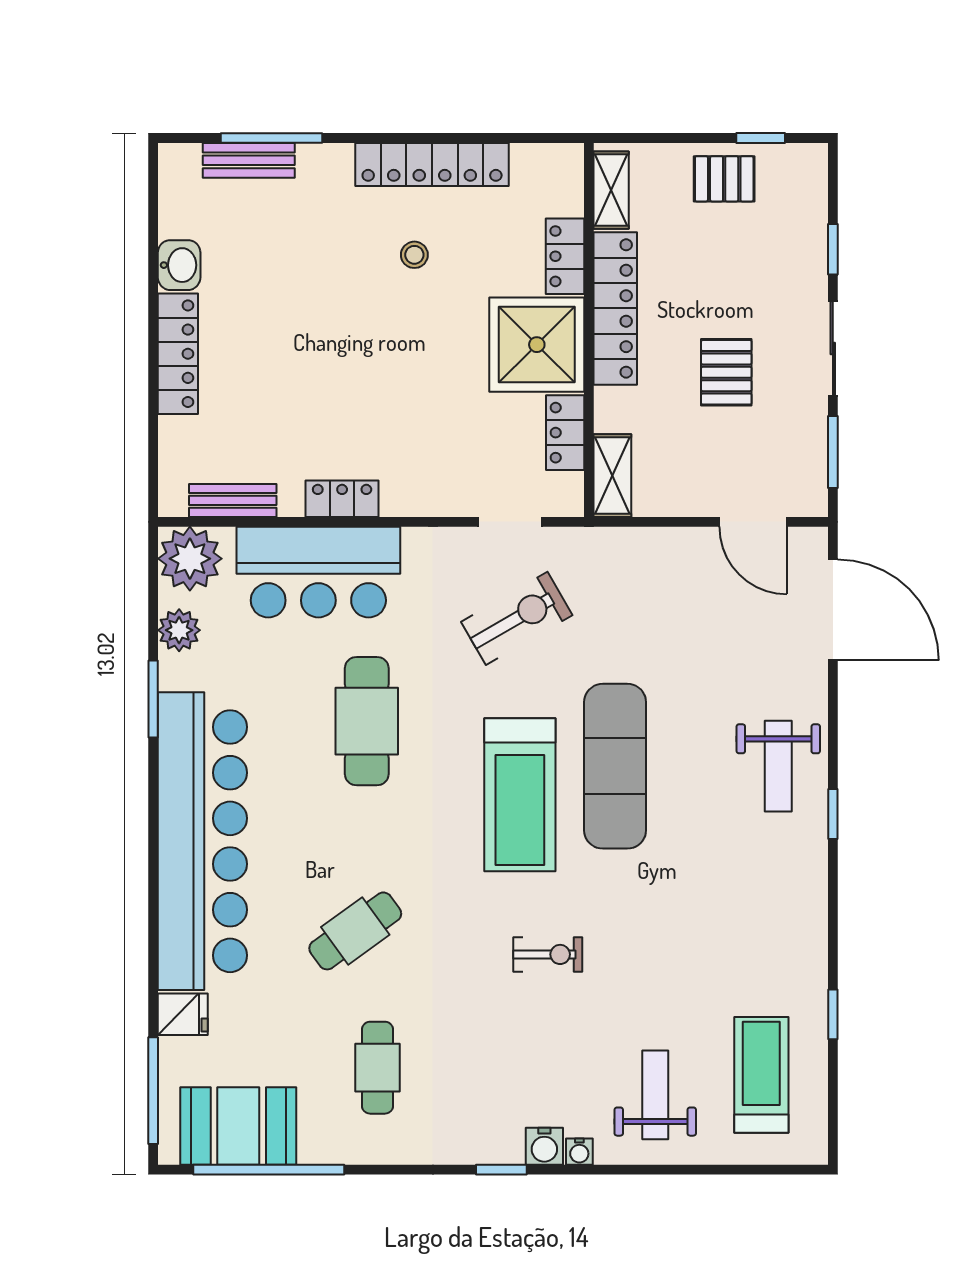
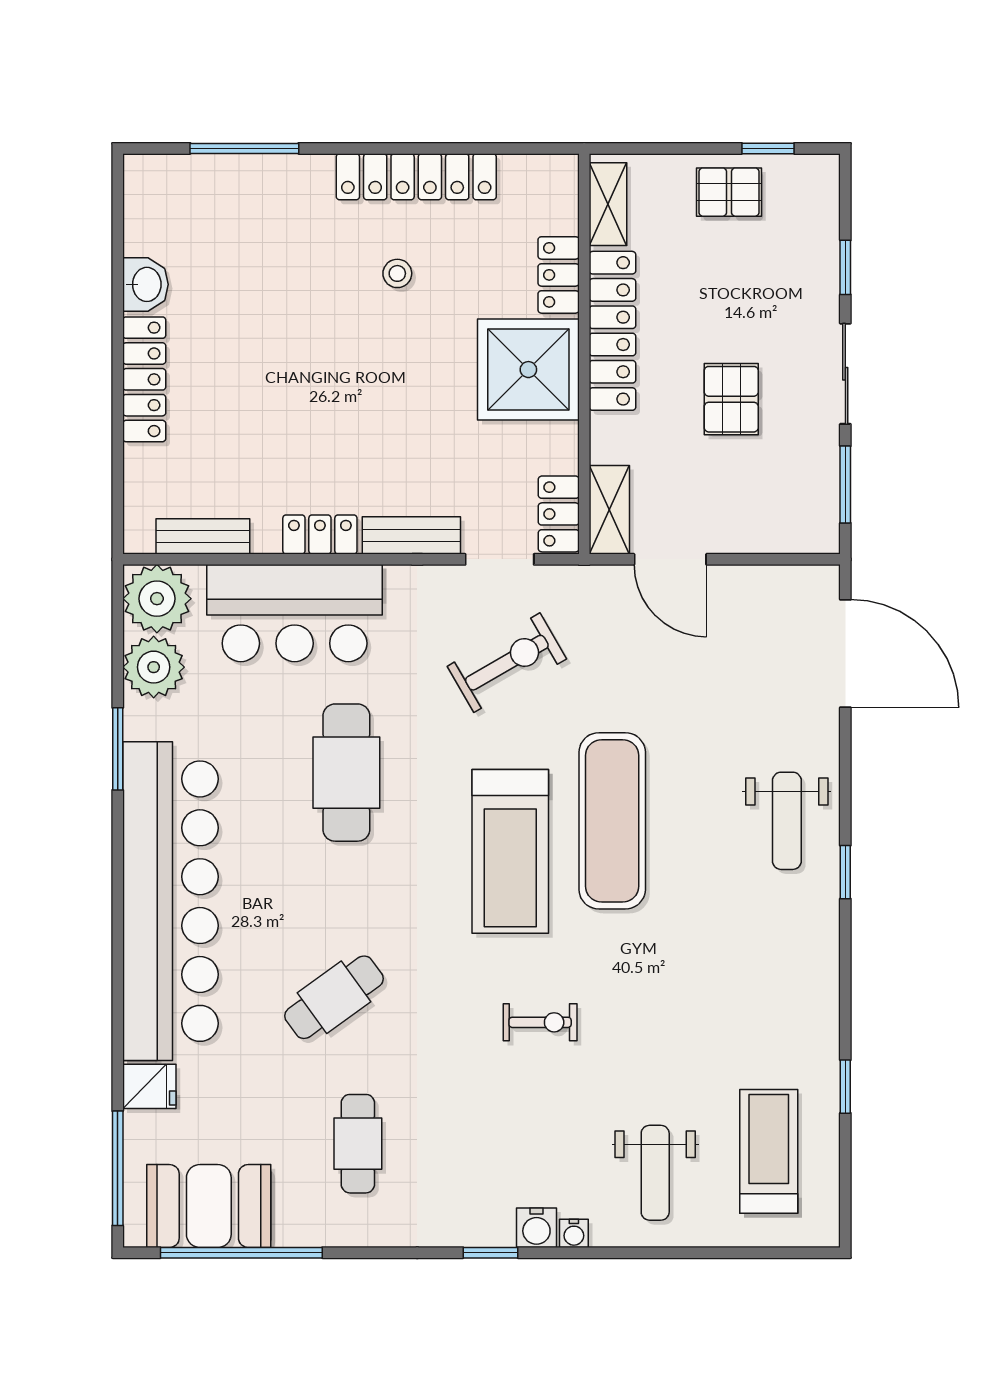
bench: (249, 160) -> (411, 535), moved
locker: (565, 433) -> (559, 514), moved
door: (753, 522) -> (670, 559), moved
plant: (179, 630) -> (154, 667), width x1.36, depth x1.36
weight bench: (655, 1095) -> (655, 1173), turned 180

